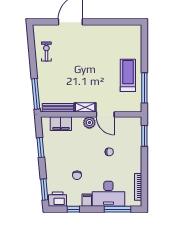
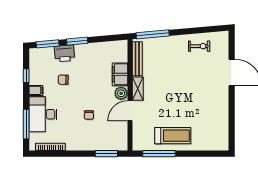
filing cabinet: (61, 124) -> (120, 74), moved
window: (41, 148) -> (77, 41), moved
printer: (58, 199) -> (64, 53), moved, turned 85

